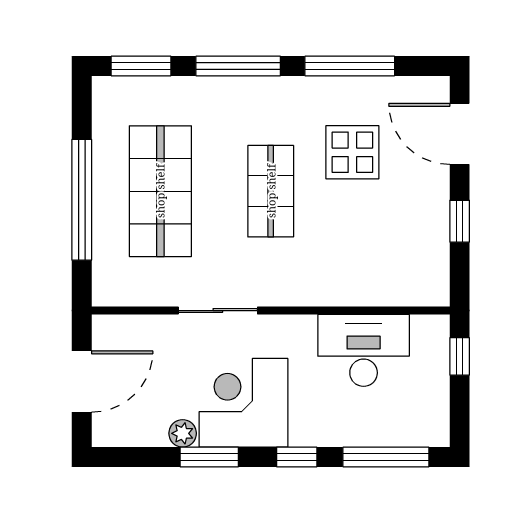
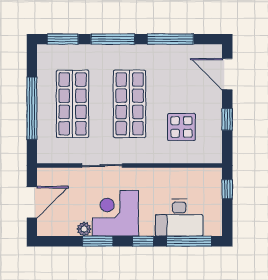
display table: (352, 152) -> (181, 127), moved
shop shelf: (271, 191) -> (130, 104), width x1.43, depth x1.36
desk: (364, 350) -> (179, 218), moved, turned 180

